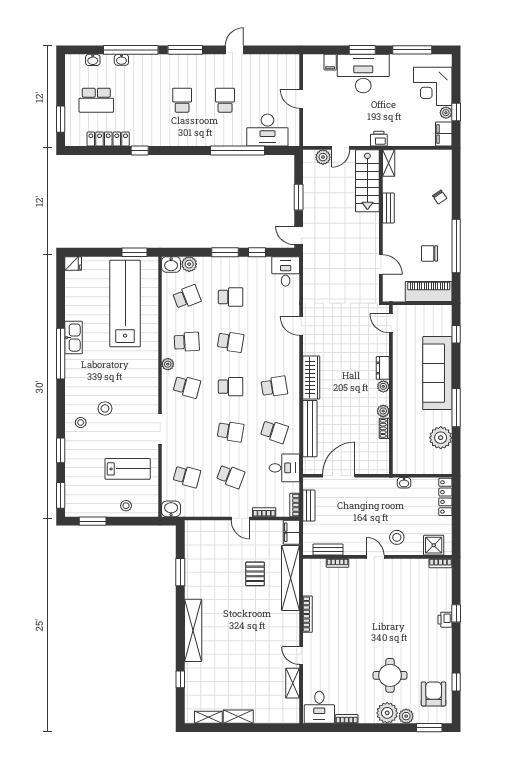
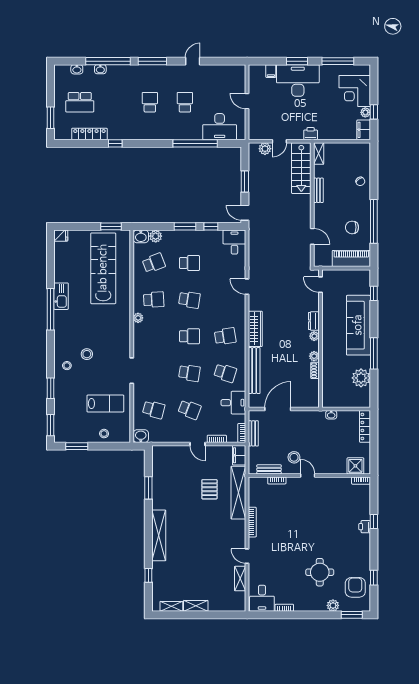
school desk: (187, 387) -> (154, 336), removed
stool: (397, 537) -> (294, 457), moved
plant: (387, 713) -> (317, 603), removed

